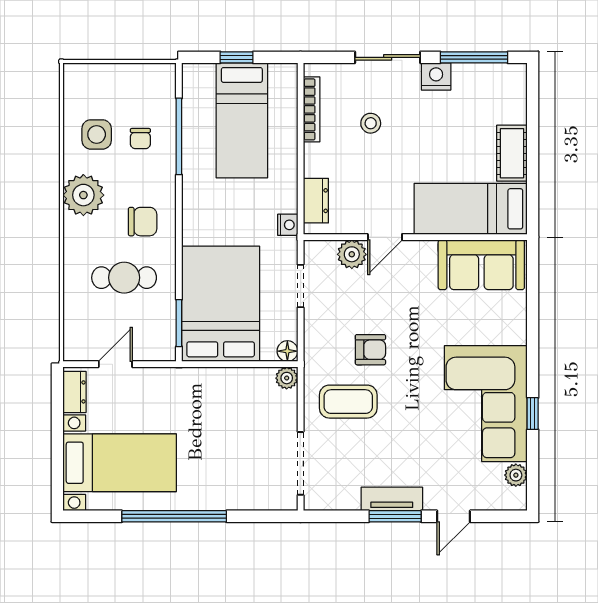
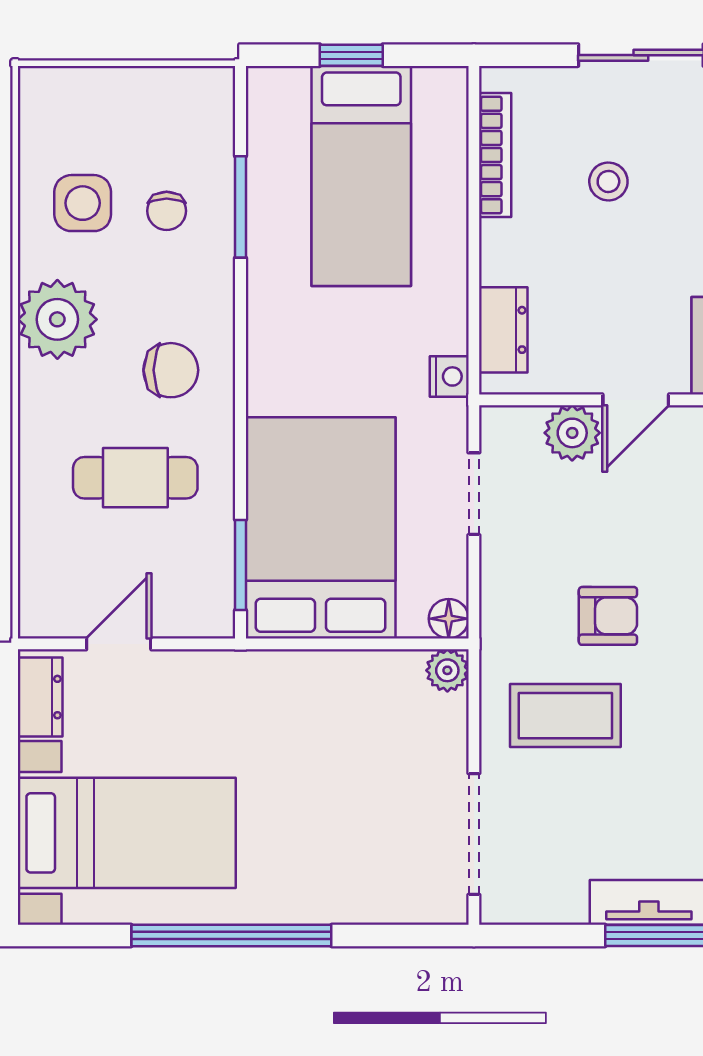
window: (179, 136) -> (241, 207), width x0.69

